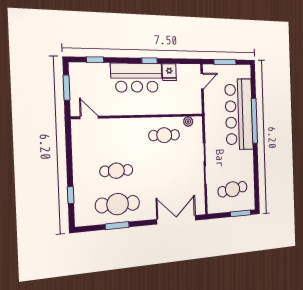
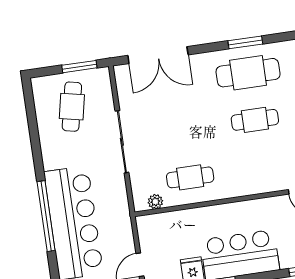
cafe table: (233, 189) -> (72, 107), turned -69
window: (241, 213) -> (79, 67), moved

